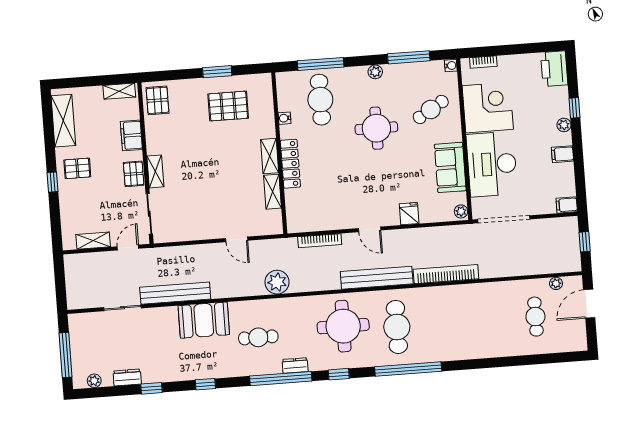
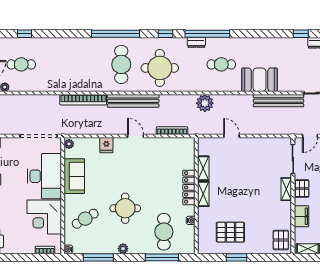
cafe table: (535, 317) -> (21, 64), turned 90
window: (205, 384) -> (24, 34), moved

